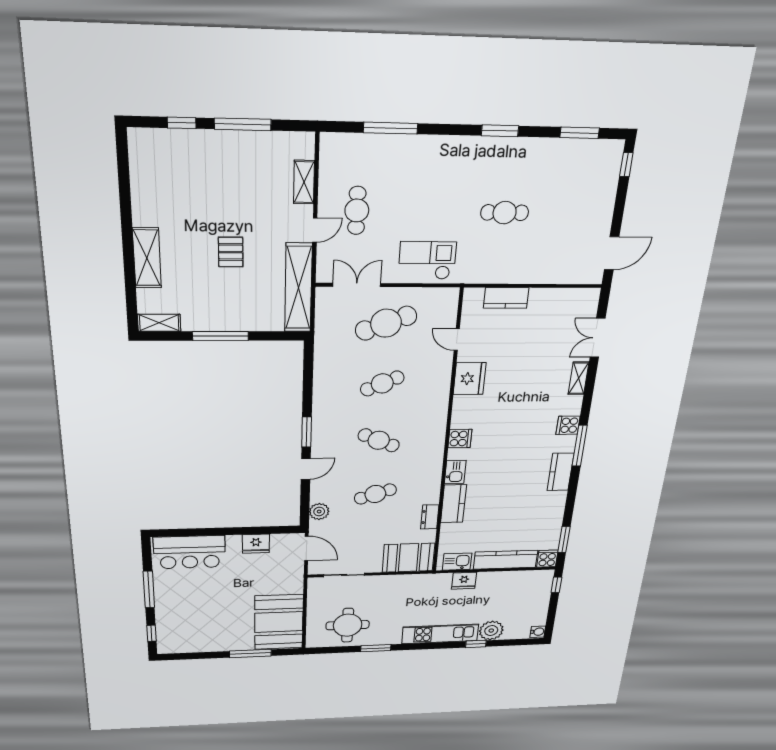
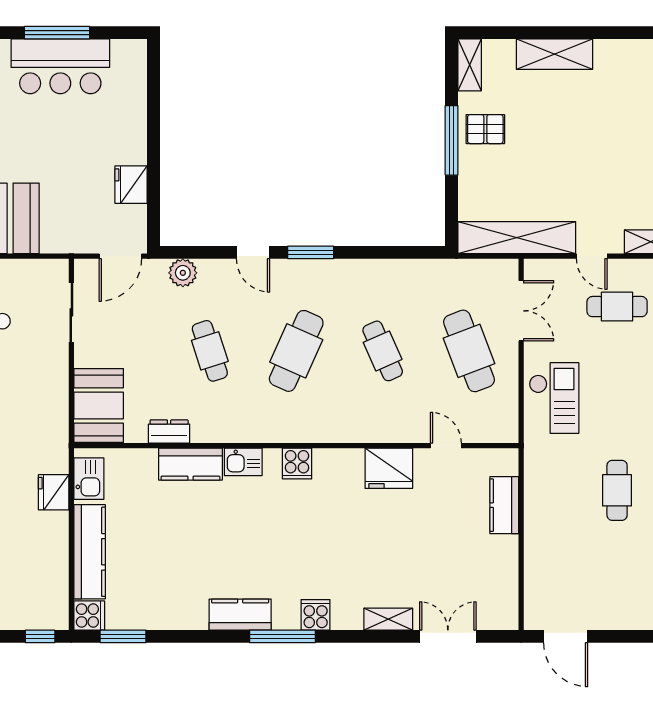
pallet: (231, 252) -> (485, 129), moved
door: (457, 340) -> (446, 446), hinge flipped
cafe table: (379, 440) -> (296, 351), width x1.37, depth x1.35
bar counter: (190, 552) -> (60, 66), moved, turned -90

